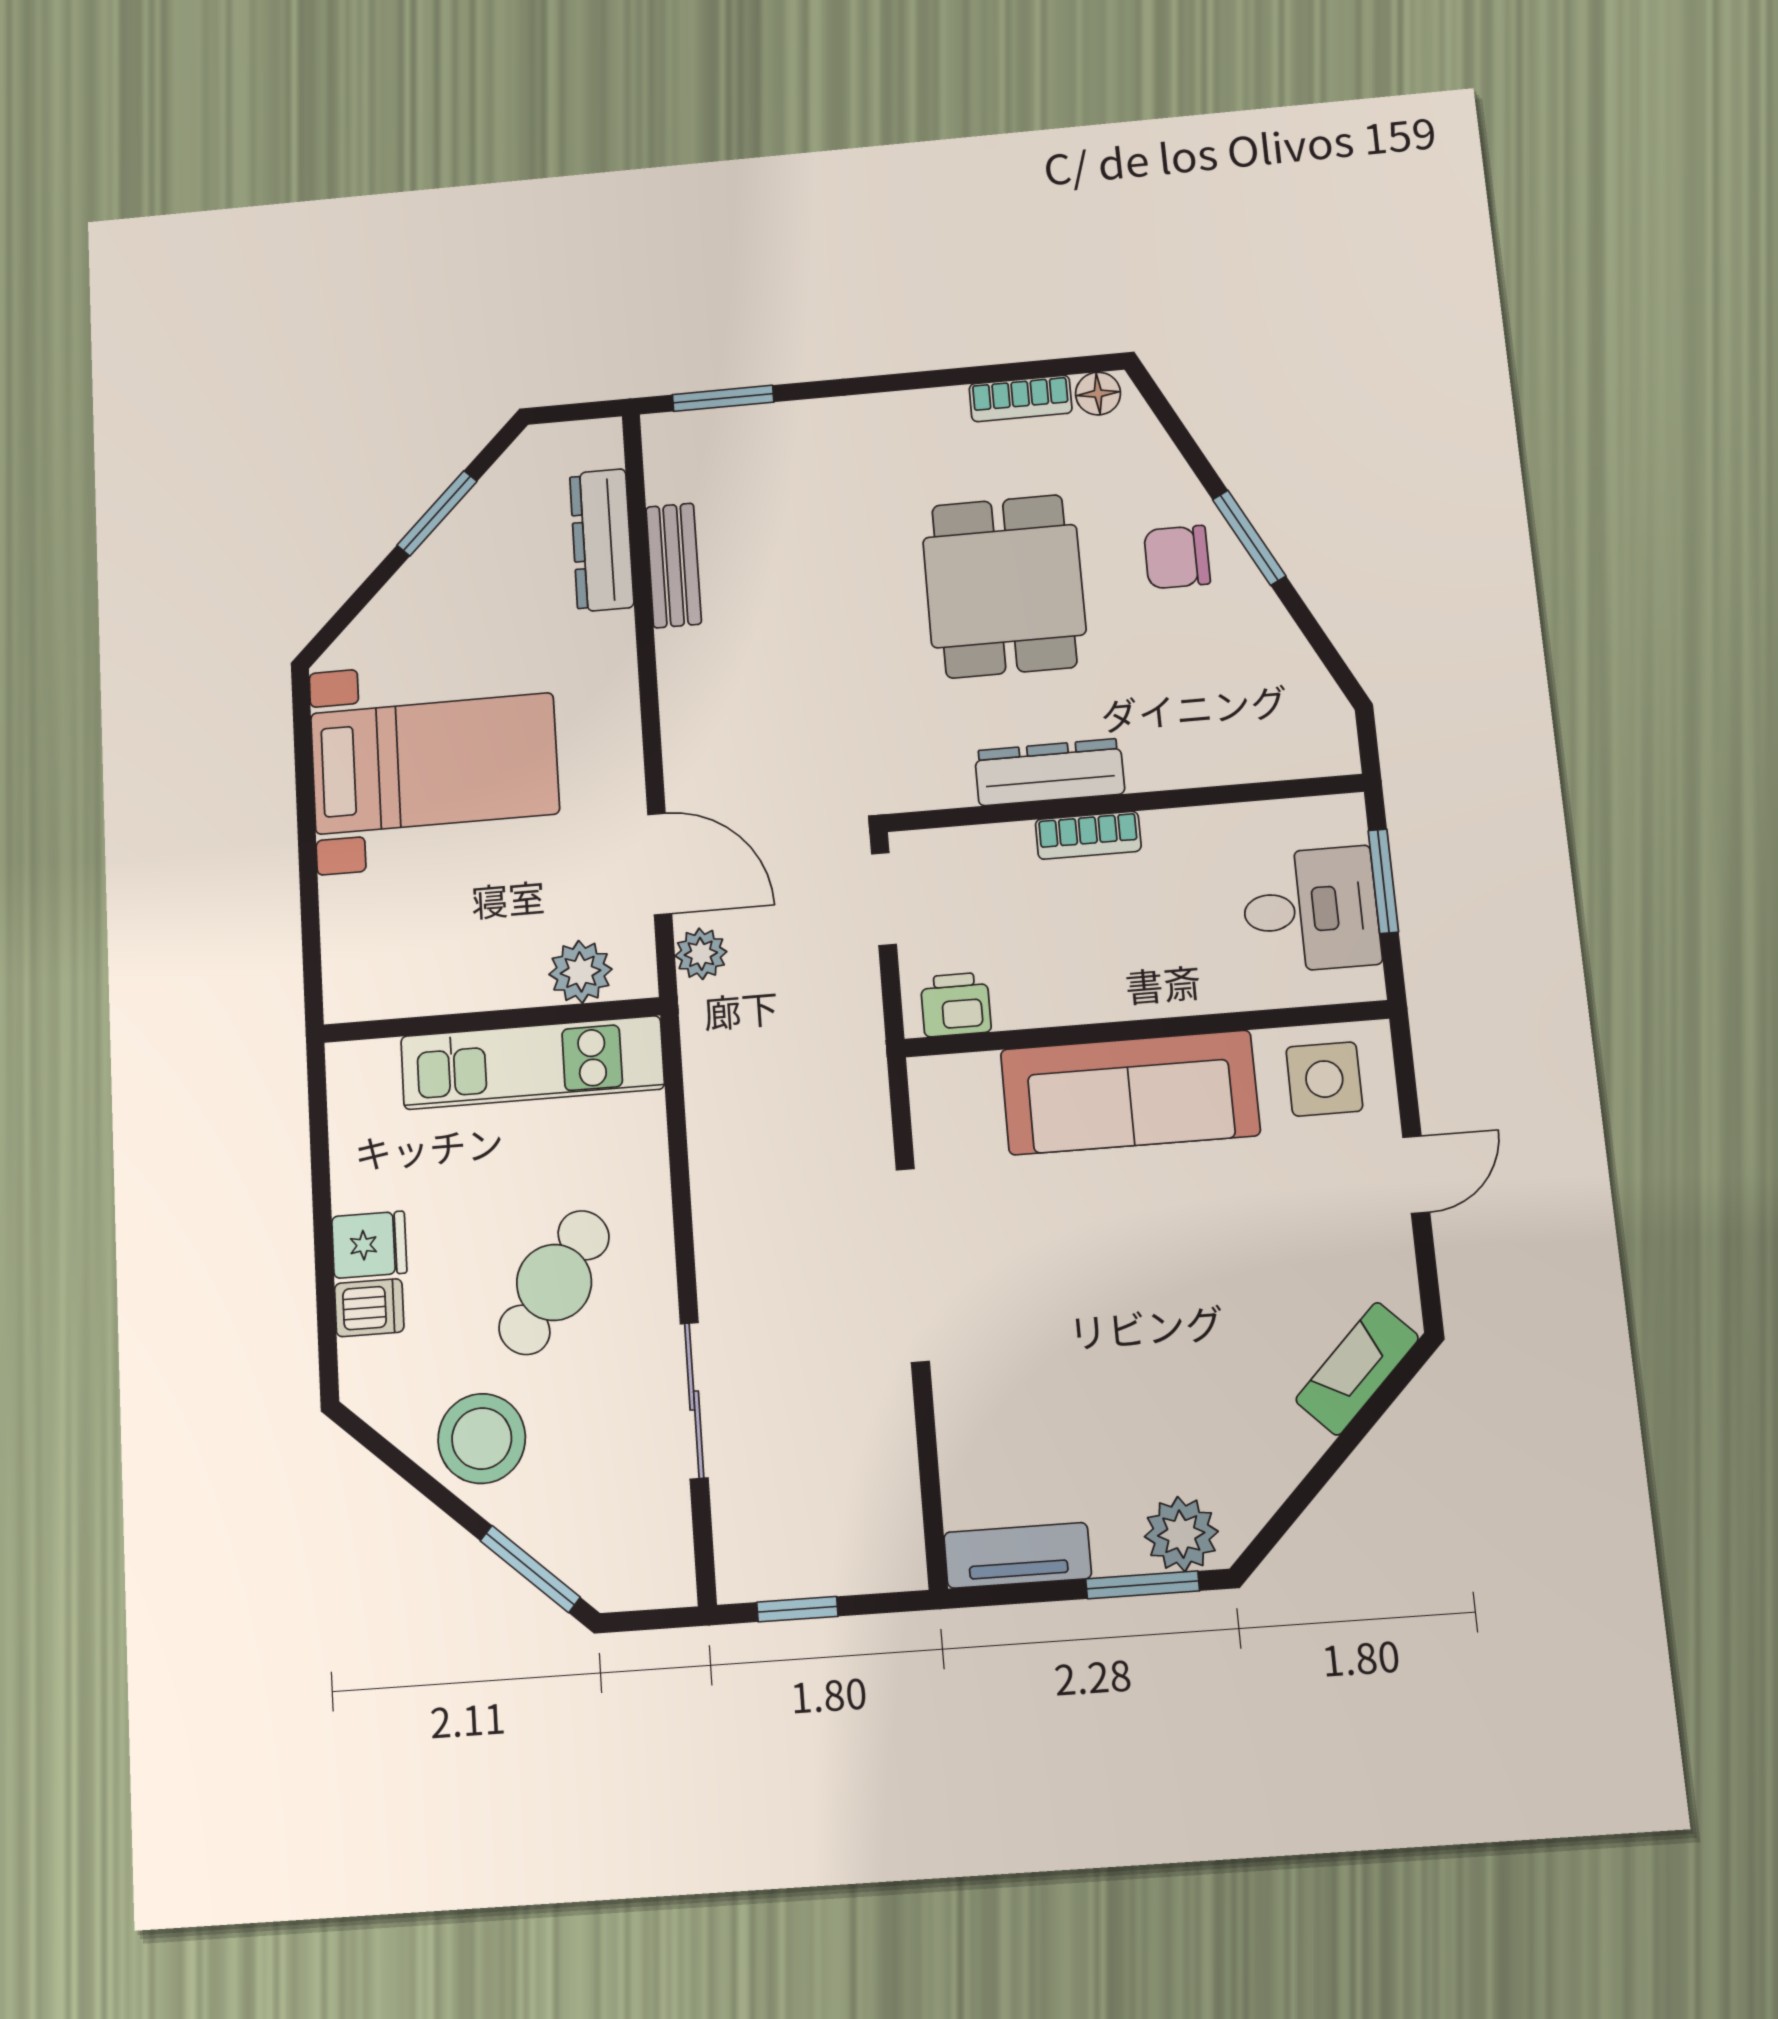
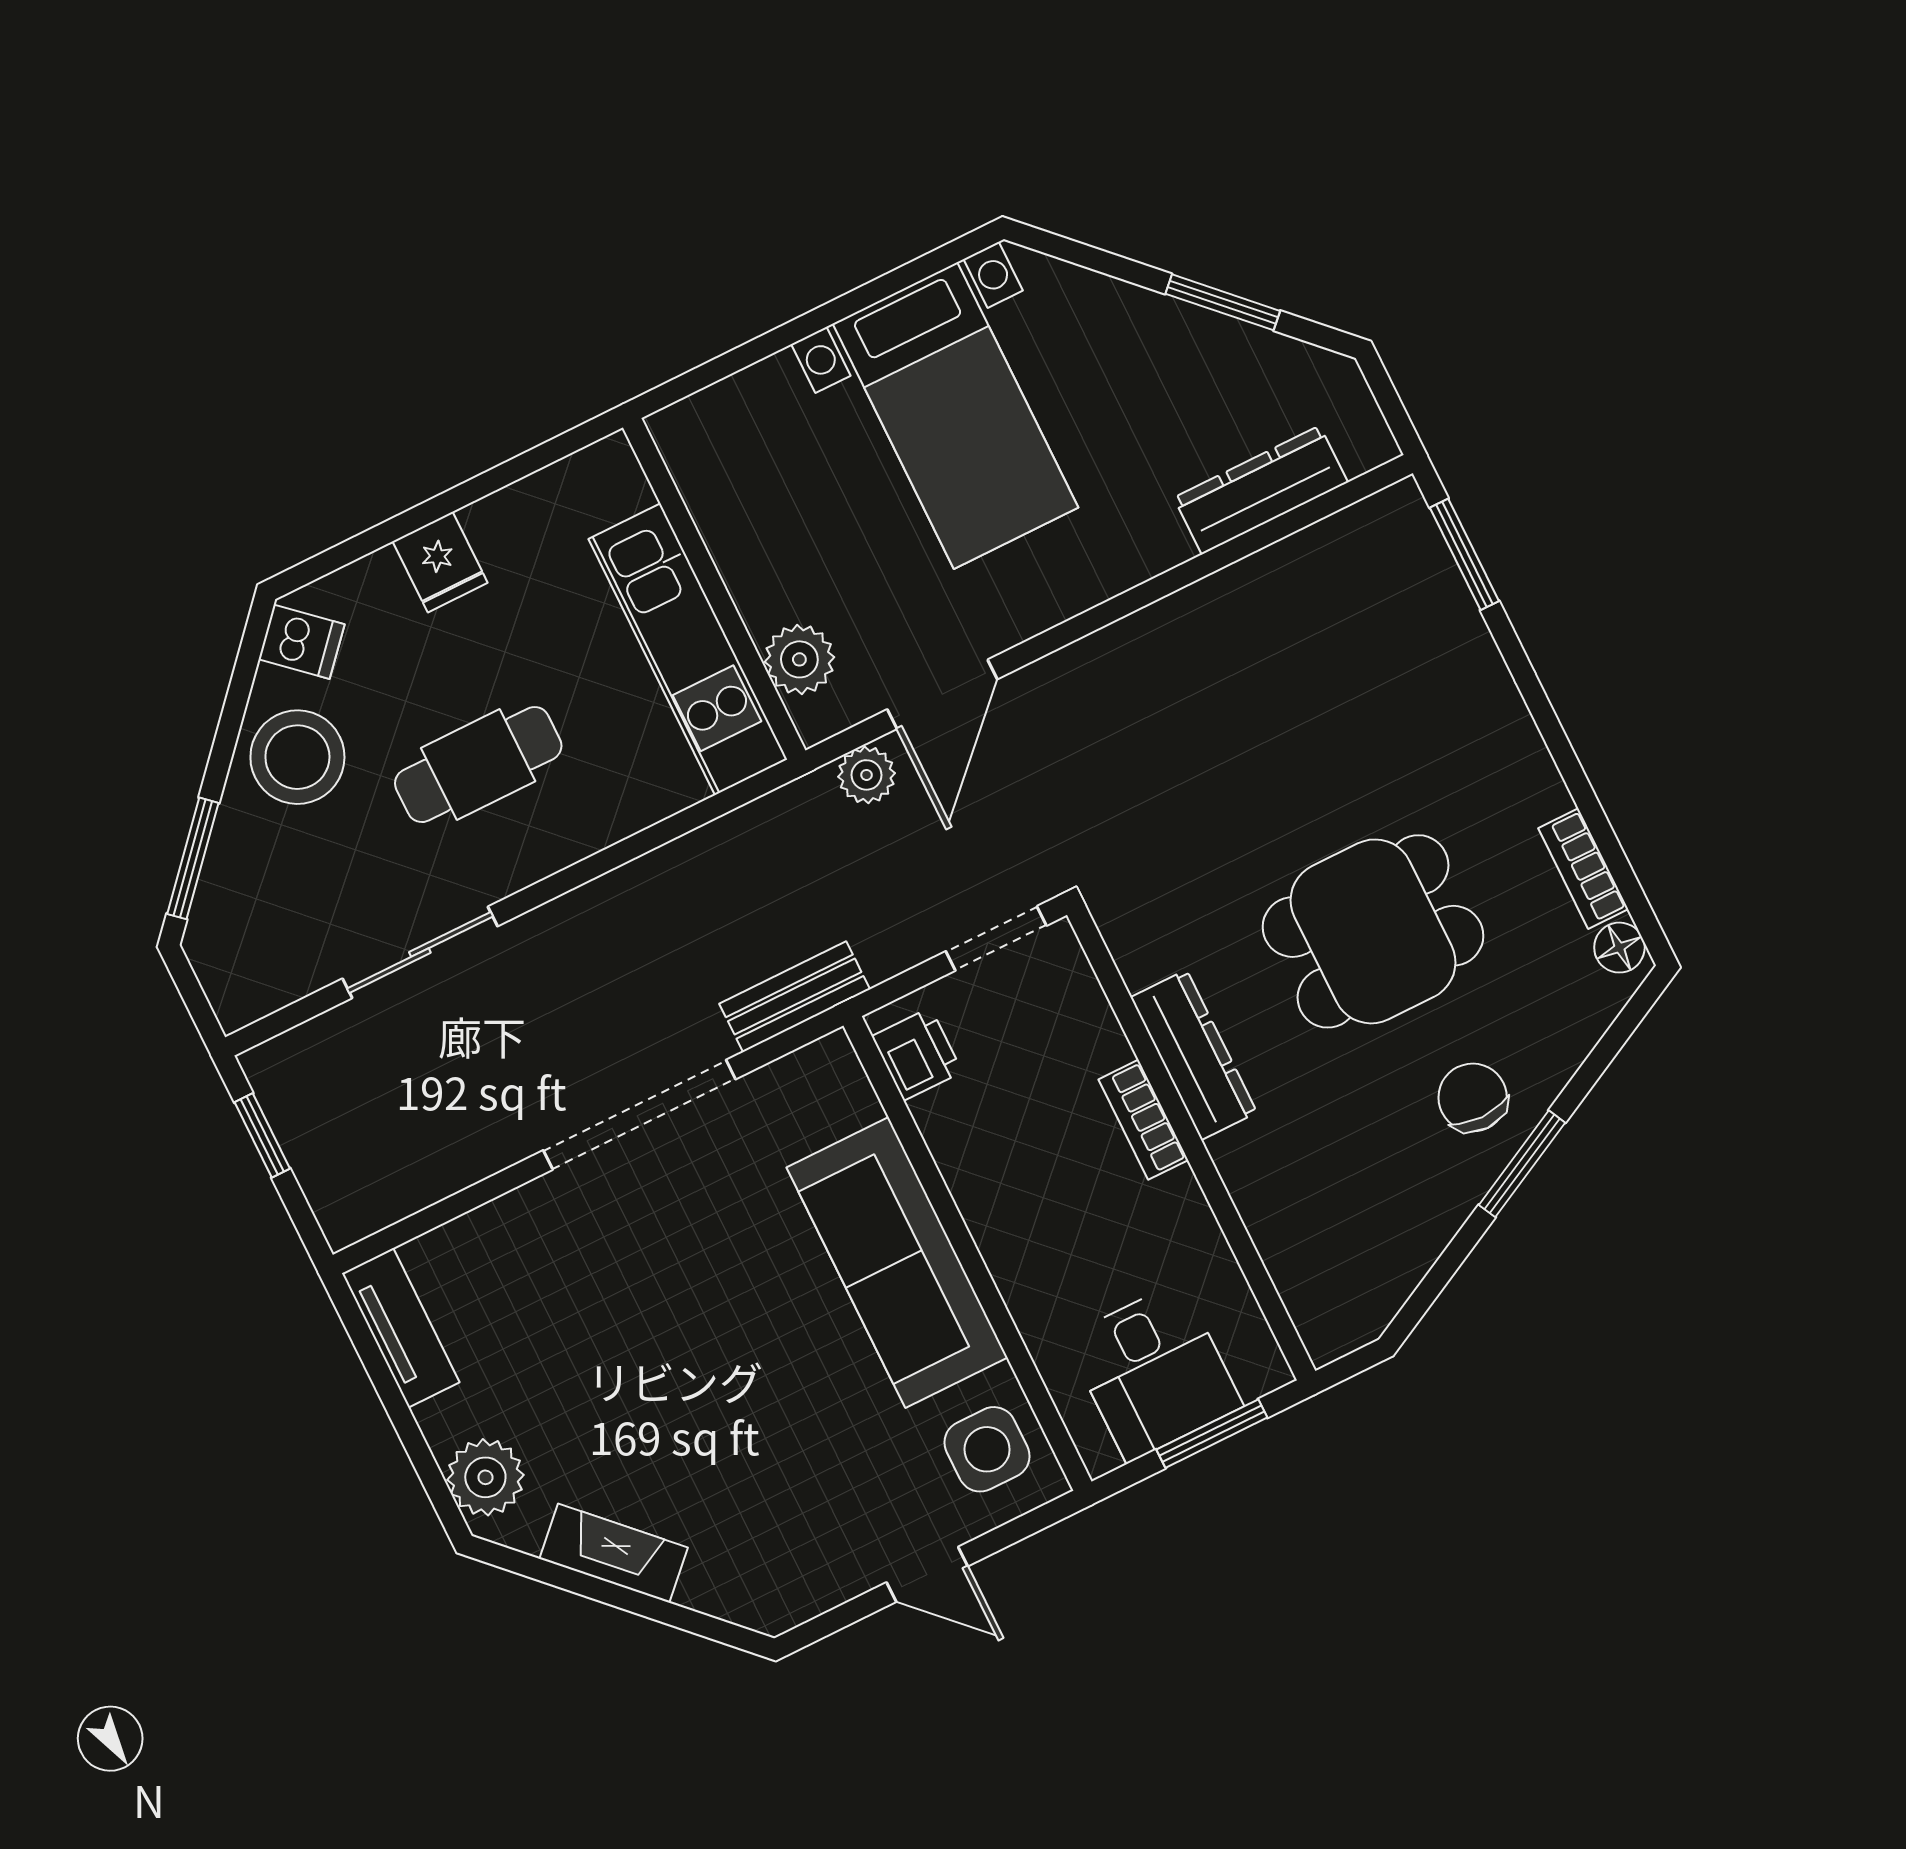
bench: (674, 565) -> (795, 997), moved
cafe table: (554, 1282) -> (478, 765), turned -36
dishwasher: (369, 1308) -> (302, 642), moved, turned -48
fireplace: (1357, 1369) -> (614, 1553), moved
window: (1143, 1585) -> (422, 1459), removed

